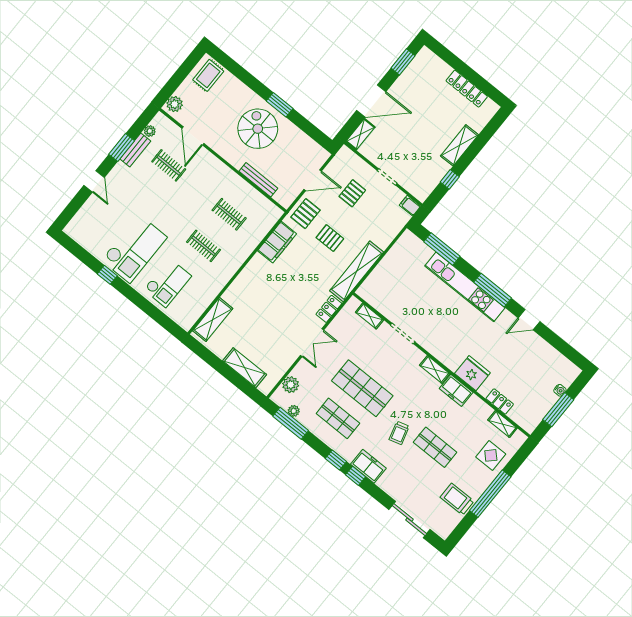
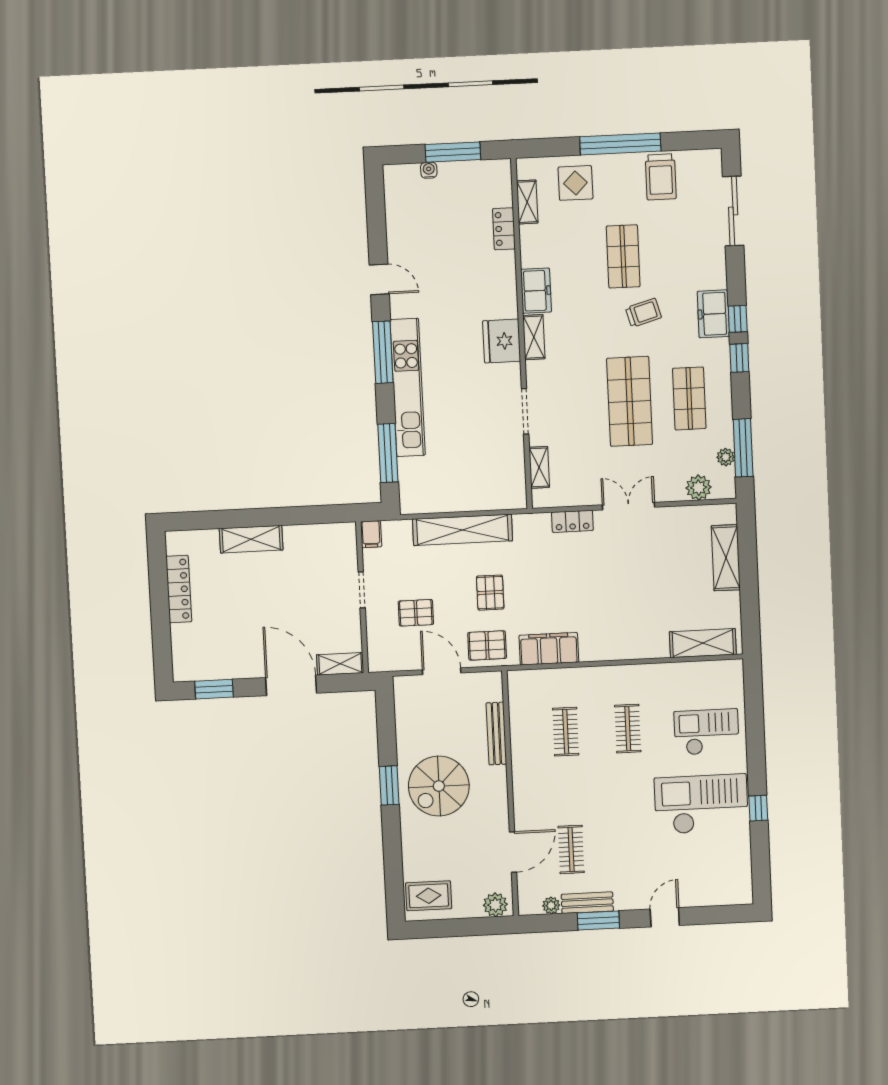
window: (450, 179) -> (300, 516), removed
shelving: (357, 271) -> (463, 530), moved
fridge: (472, 373) -> (502, 341), moved

